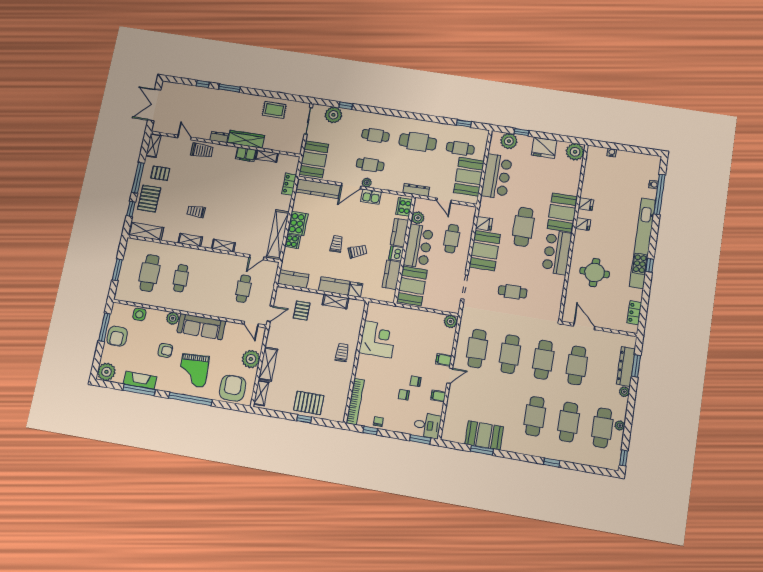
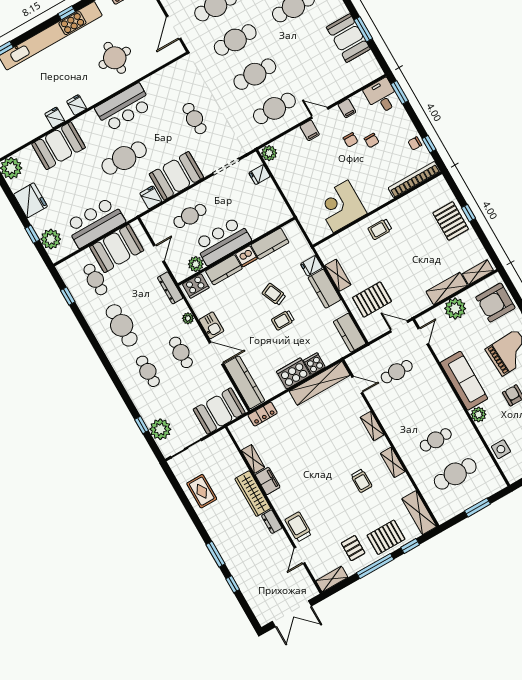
plant: (367, 183) -> (188, 318), moved
booth: (562, 213) -> (59, 146), moved
booth: (412, 286) -> (265, 216), removed
fridge: (442, 304) -> (259, 175), added
pallet: (302, 310) -> (372, 300), width x1.50, depth x1.42

